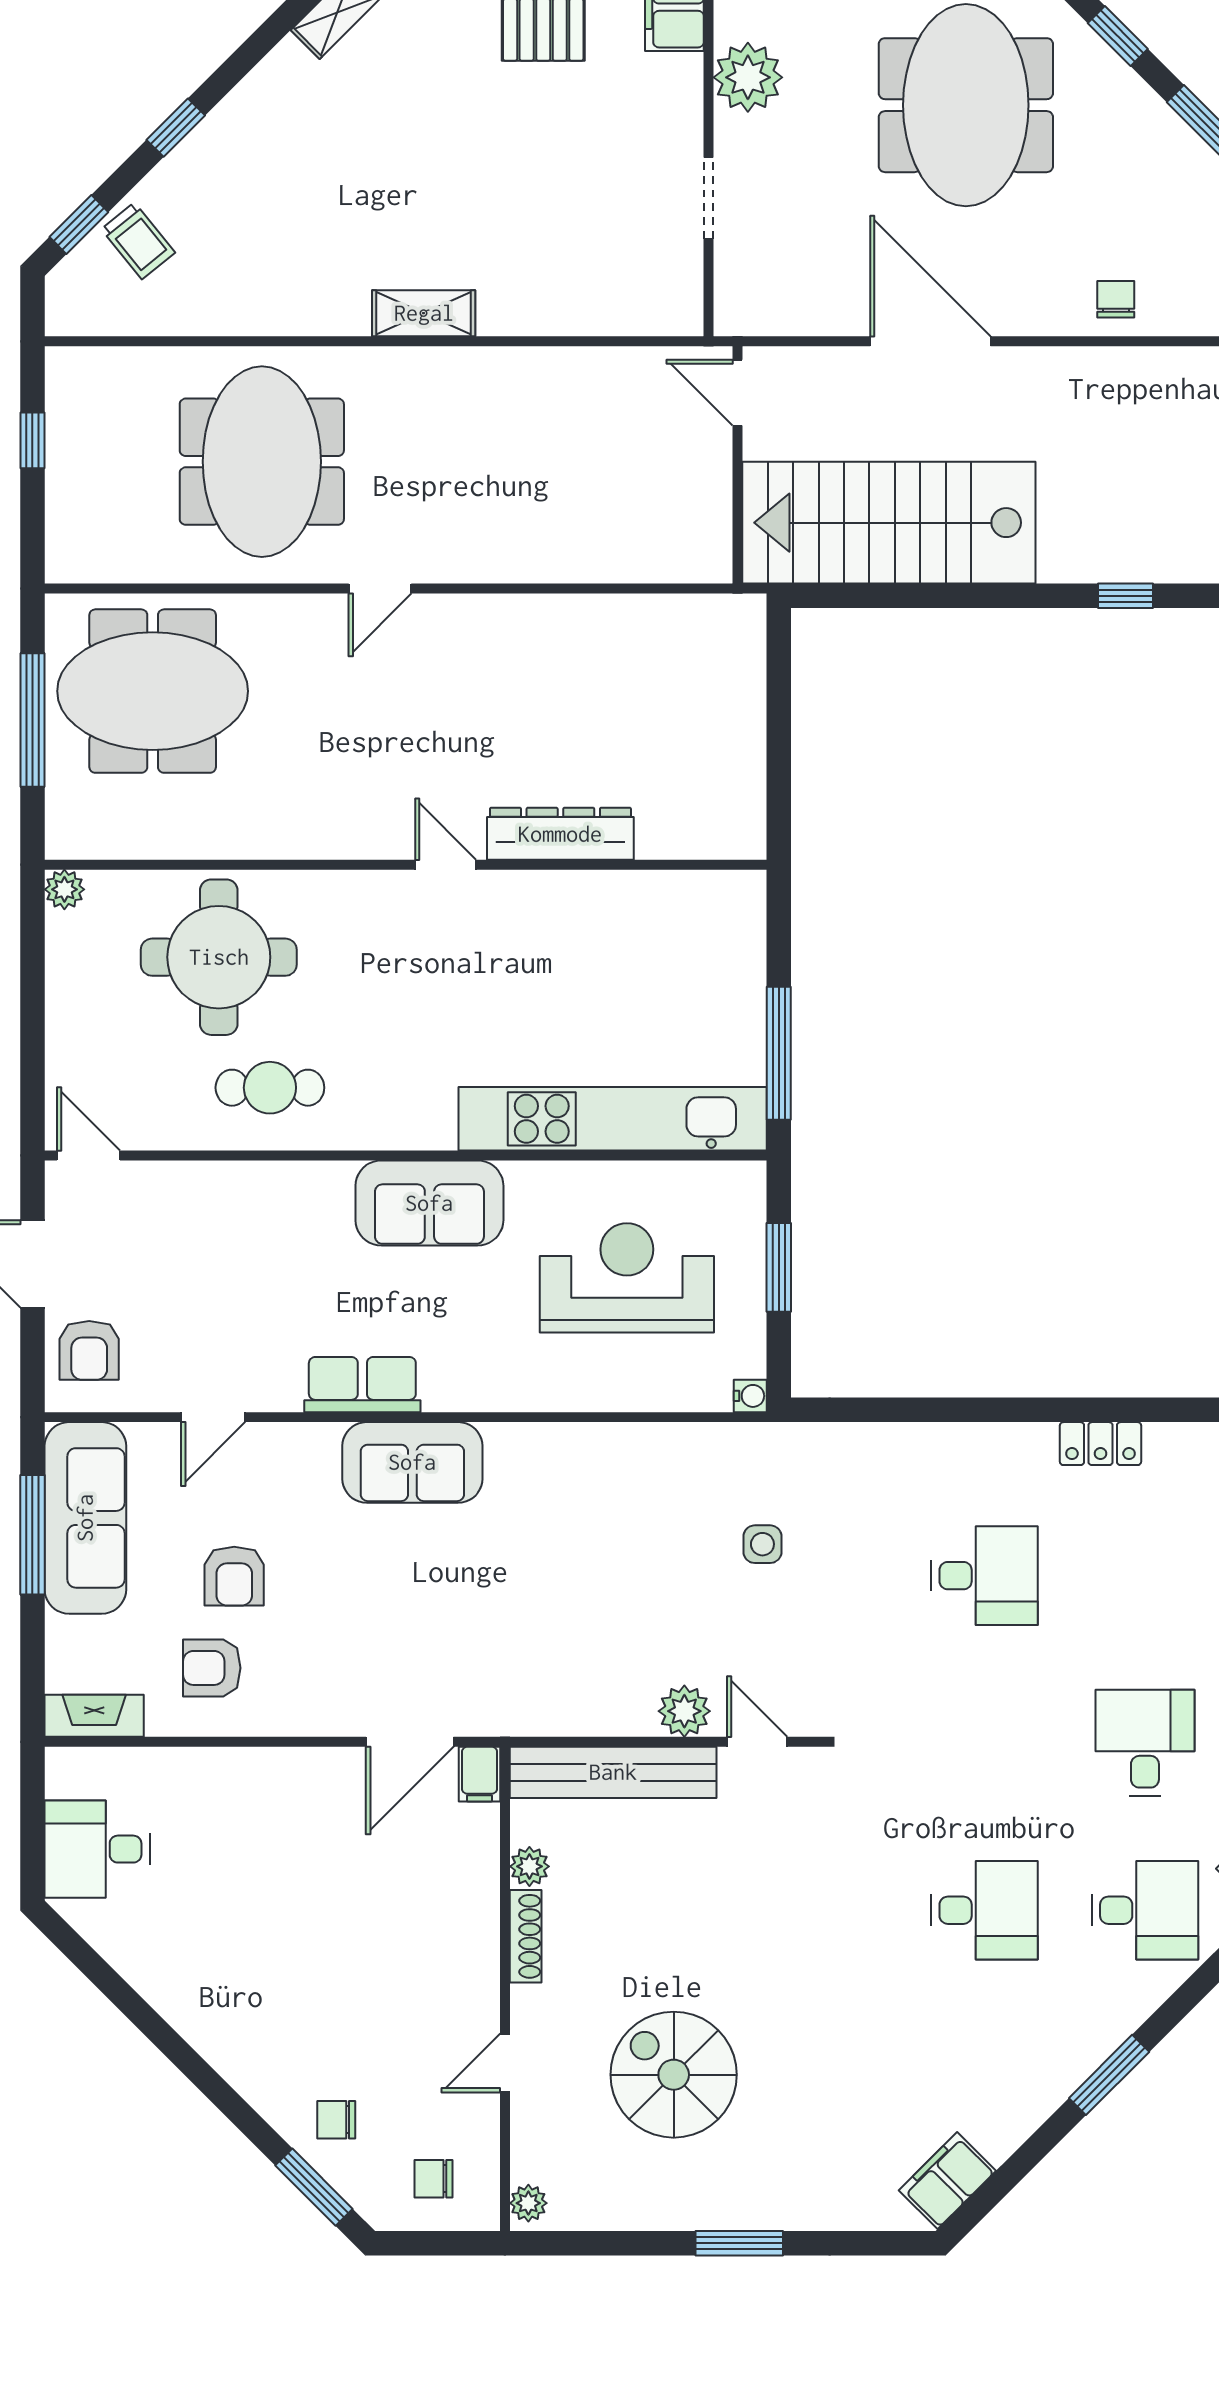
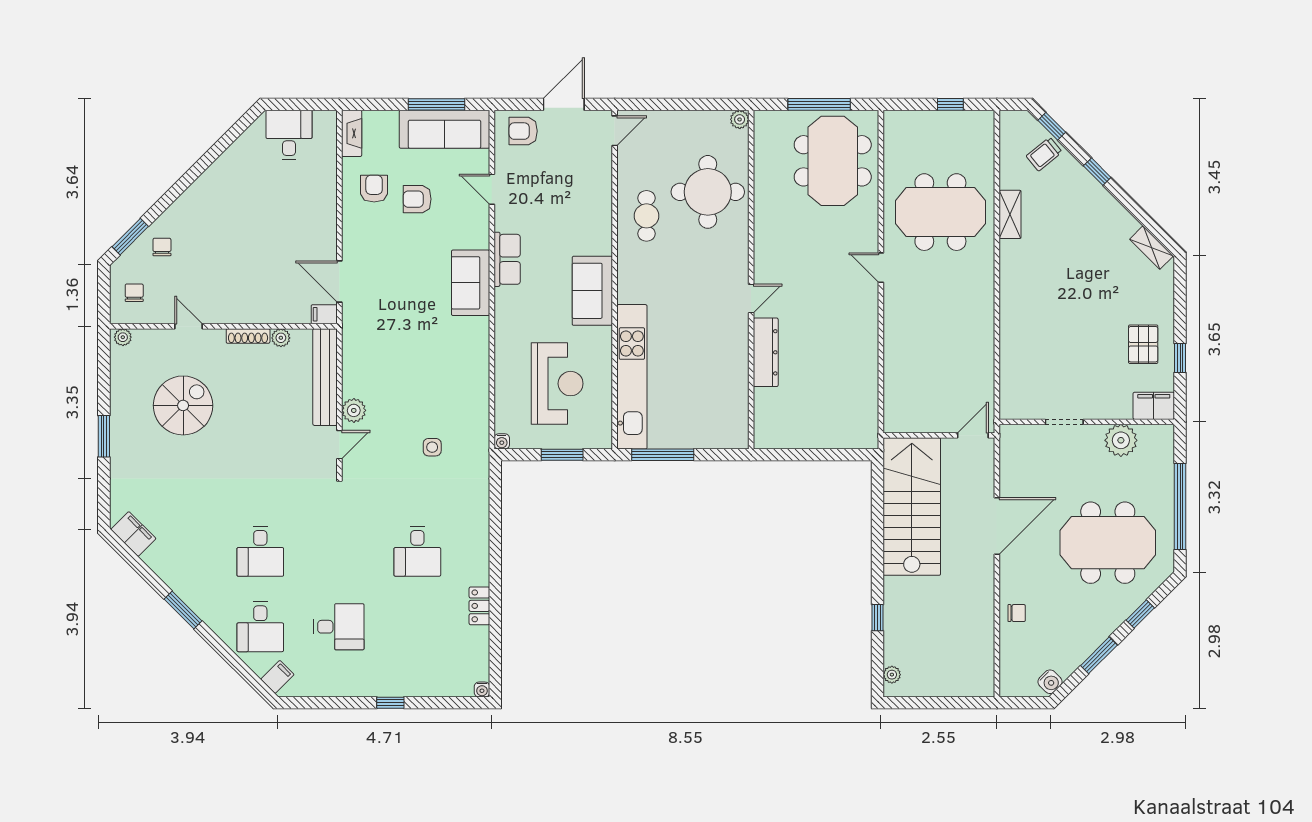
shelving: (424, 313) -> (1010, 214), moved

